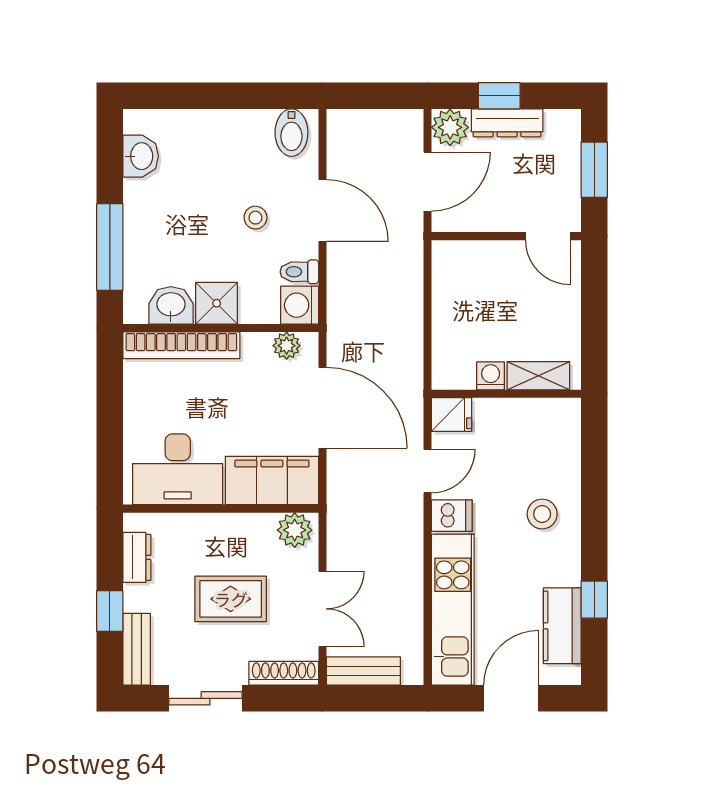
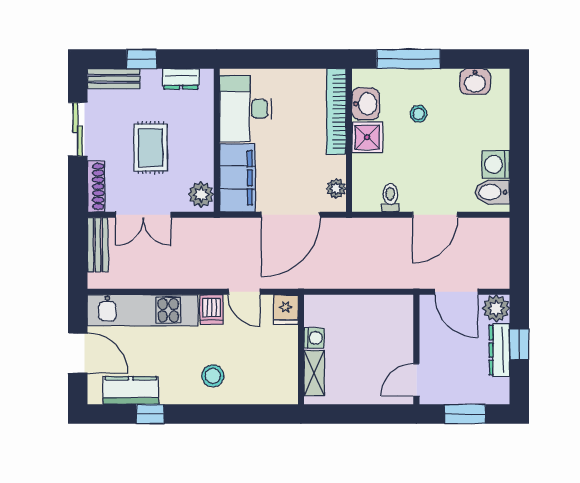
stool: (255, 218) -> (419, 114), moved
washing machine: (300, 305) -> (496, 164), moved, turned -90

